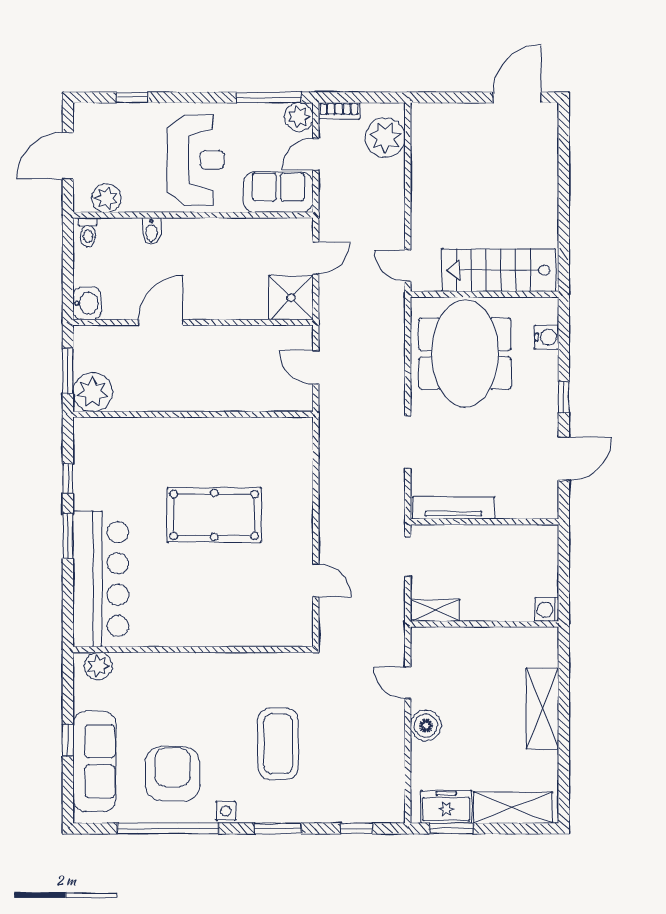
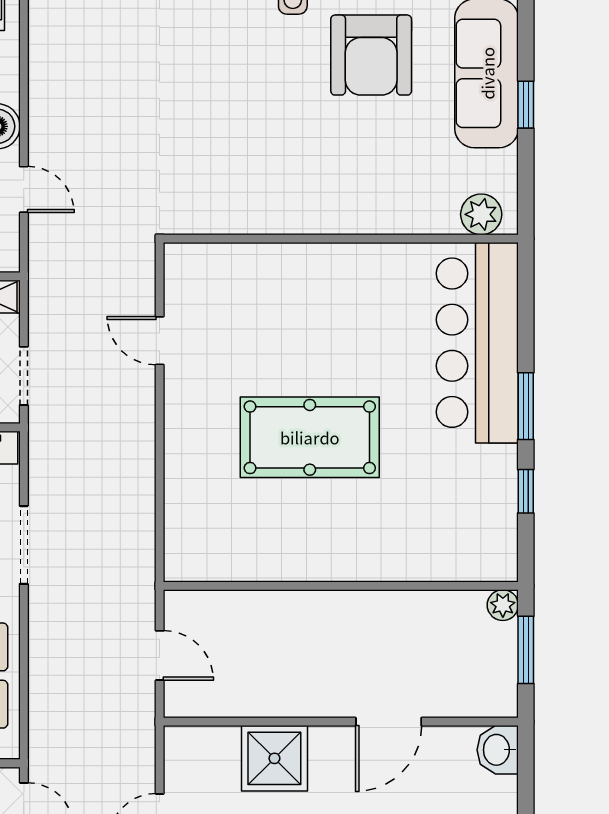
shower: (291, 298) -> (274, 758), moved
plant: (93, 392) -> (503, 605), width x0.53, depth x0.53
coffee table: (278, 744) -> (215, 99), removed

